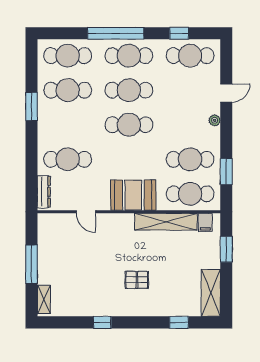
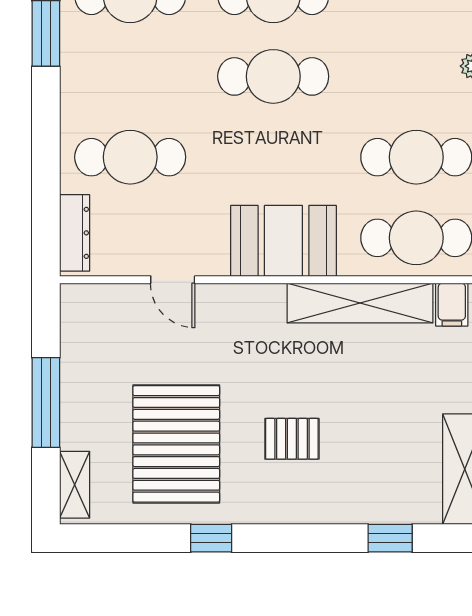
pallet: (87, 282) -> (176, 444), added

